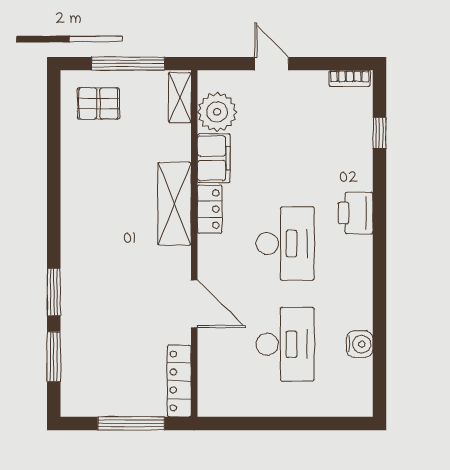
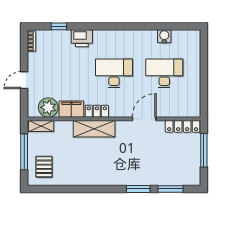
printer: (356, 213) -> (82, 38), moved

